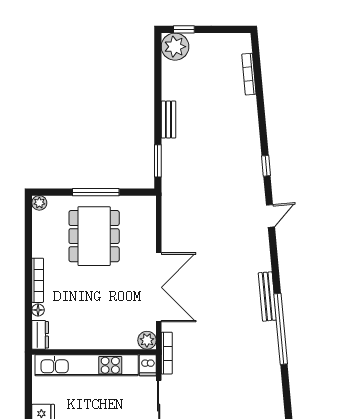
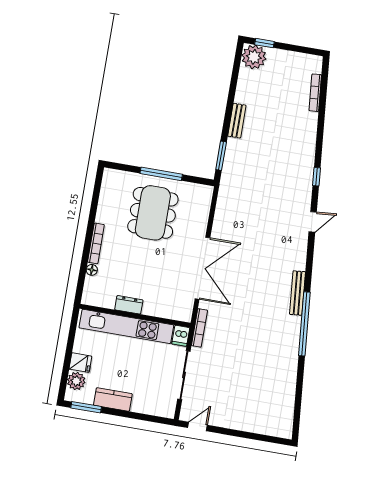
plant: (39, 203) -> (109, 175), removed
dresser: (40, 335) -> (129, 305), moved, turned -90
plant: (147, 340) -> (184, 313), removed

